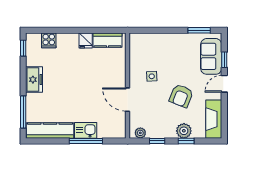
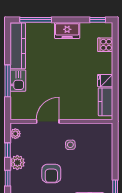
armchair: (181, 96) -> (51, 173), turned -112
plant: (184, 131) -> (17, 163), moved

